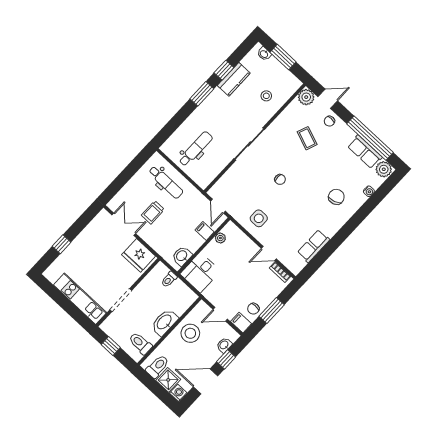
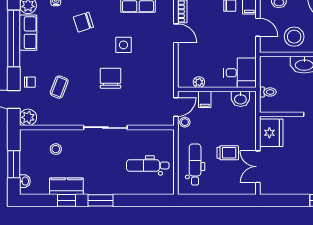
chair: (280, 179) -> (110, 78), width x1.87, depth x1.87
stool: (202, 203) -> (185, 122), added
side table: (259, 218) -> (123, 45), moved

